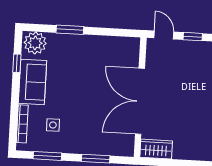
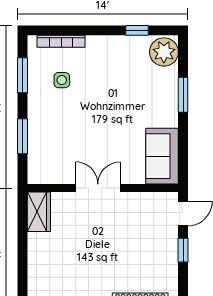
sofa: (33, 82) -> (162, 156), moved, turned 90
double door: (140, 101) -> (98, 188), width x0.54

